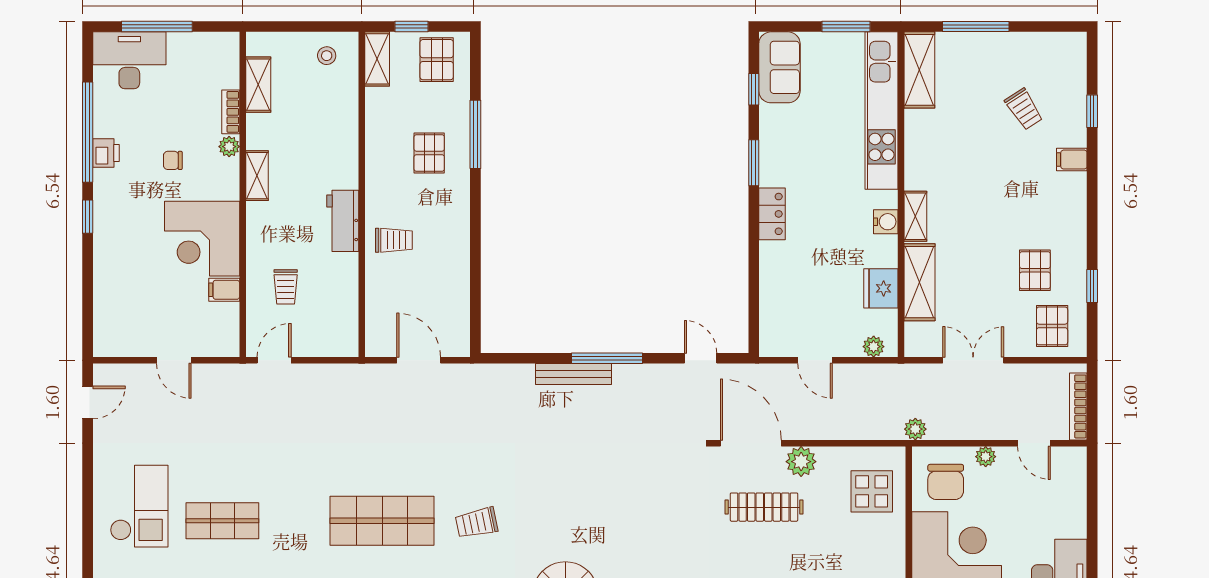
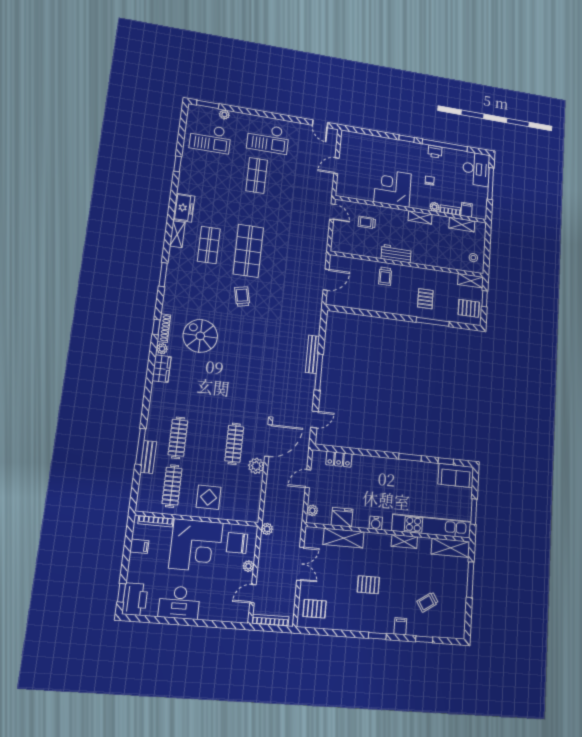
pallet: (429, 153) -> (425, 299), turned 90
locker: (772, 214) -> (339, 459), moved
shelving: (915, 216) -> (404, 541), moved
pallet: (1035, 270) -> (368, 585), moved
window: (1092, 286) -> (377, 636), moved
filing cabinet: (224, 290) -> (467, 210), moved
display table: (872, 491) -> (209, 497), moved

